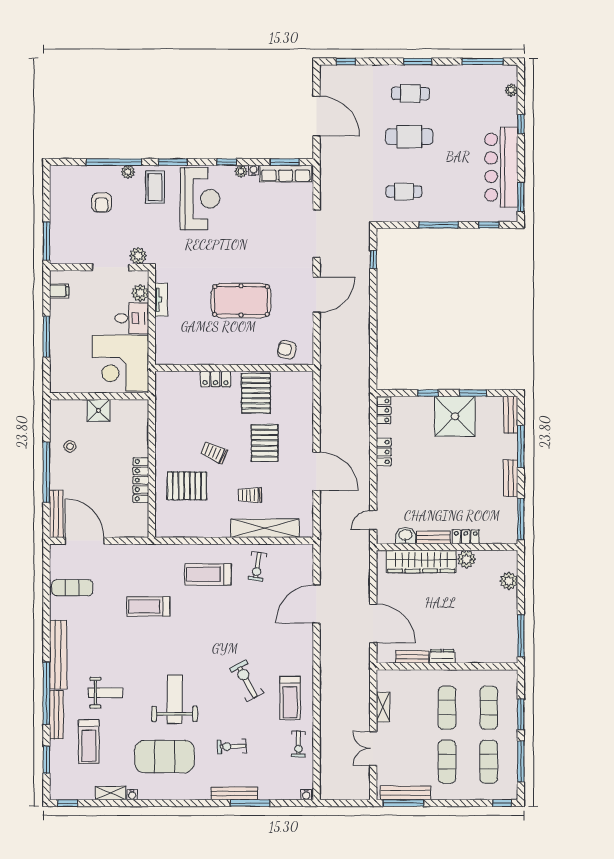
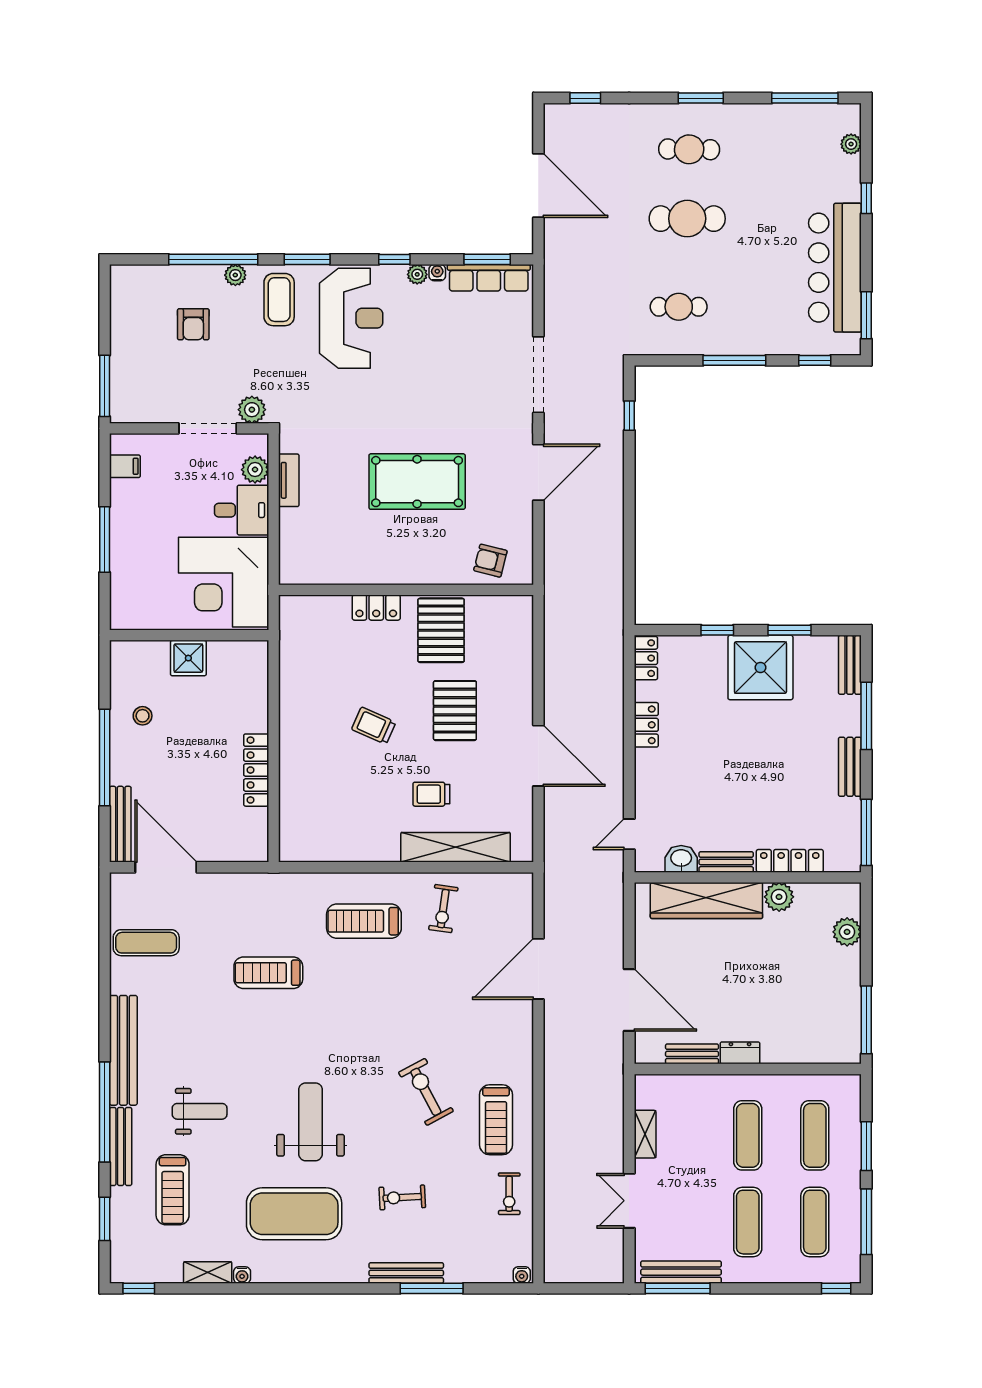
pallet: (187, 486) -> (330, 779), removed
locker: (466, 537) -> (790, 861), width x1.53

